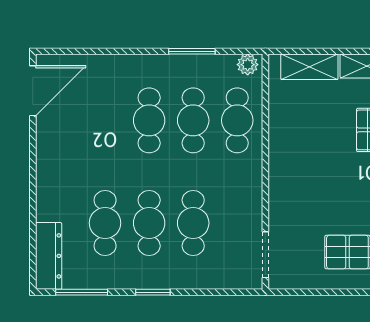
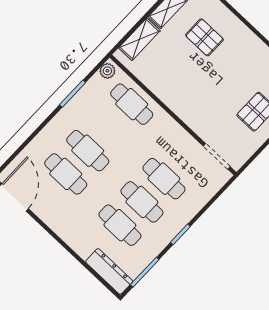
cafe table: (193, 120) -> (66, 174), moved

